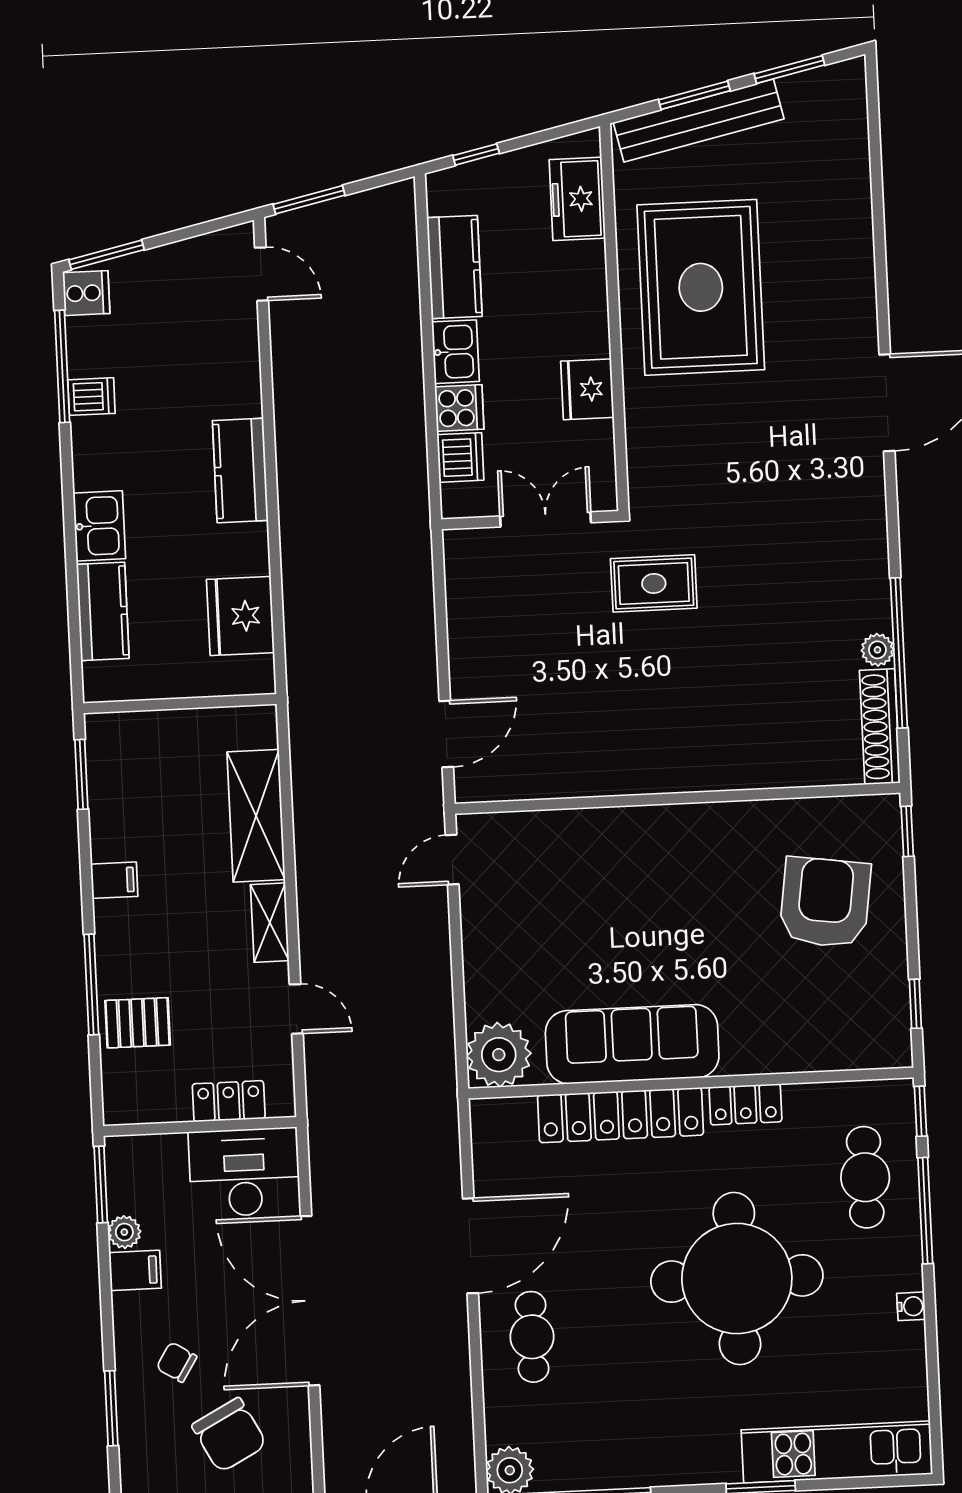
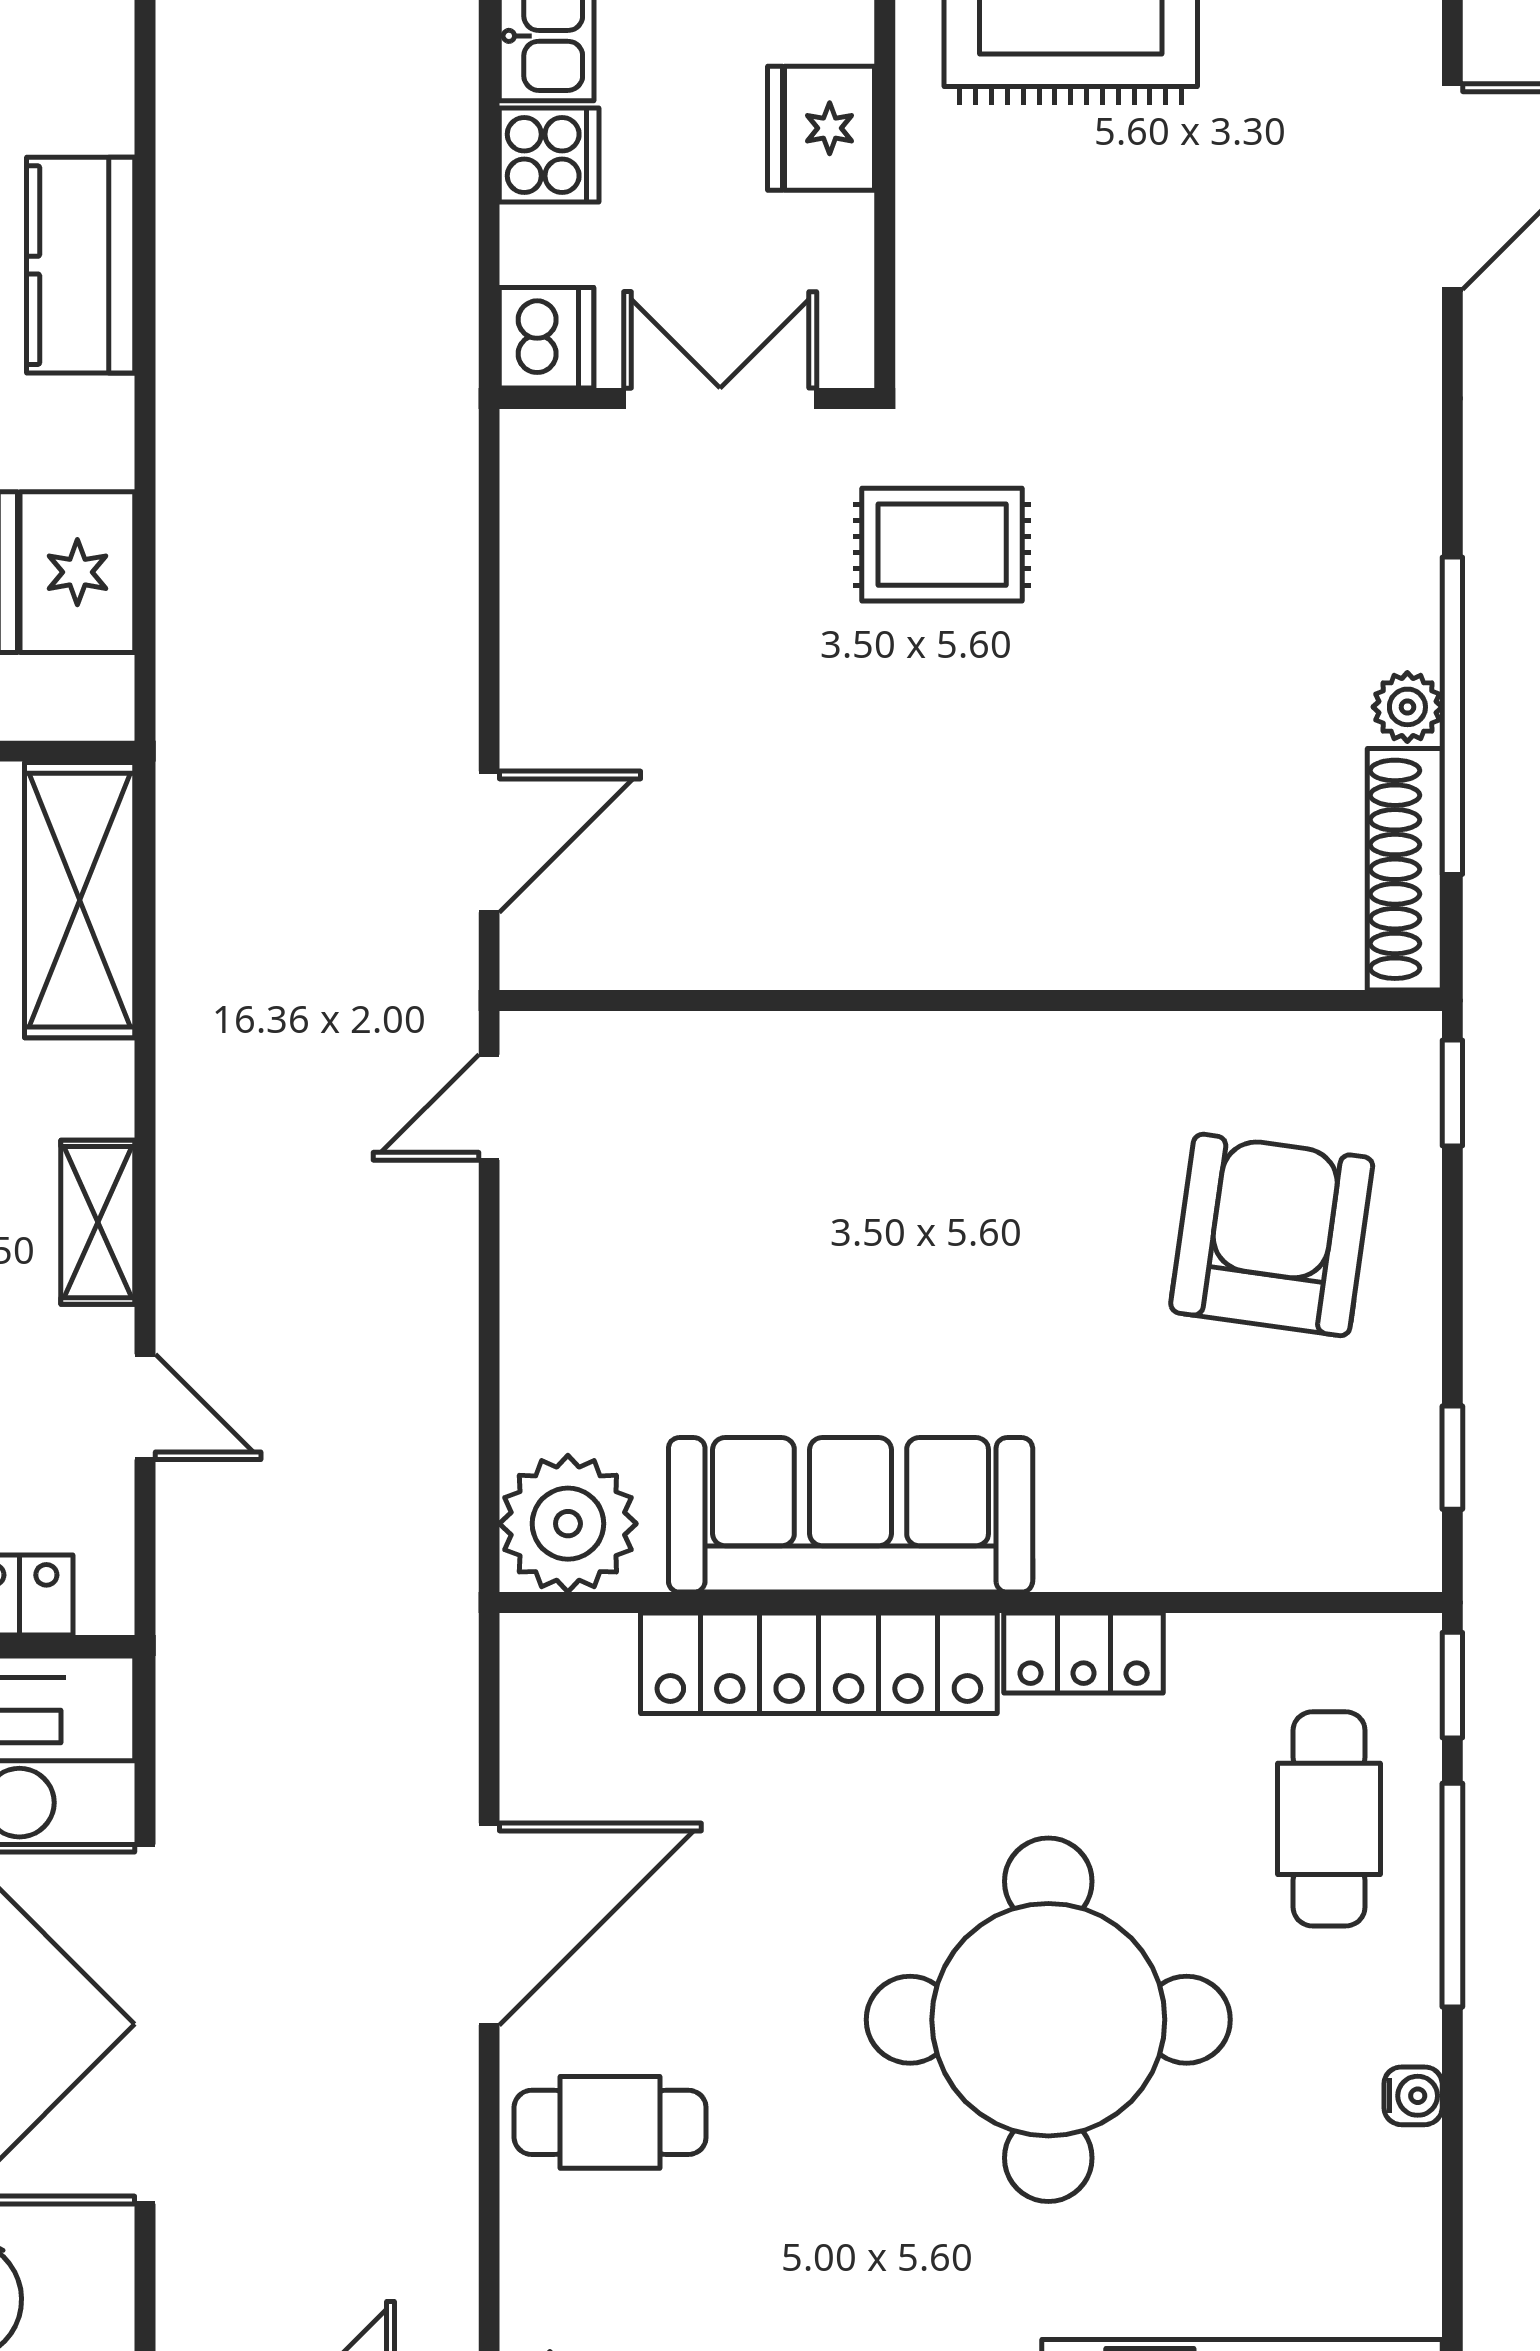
dishwasher: (460, 457) -> (547, 338), moved
shelving: (256, 816) -> (80, 900), moved
cafe table: (532, 1337) -> (610, 2122), turned 90

